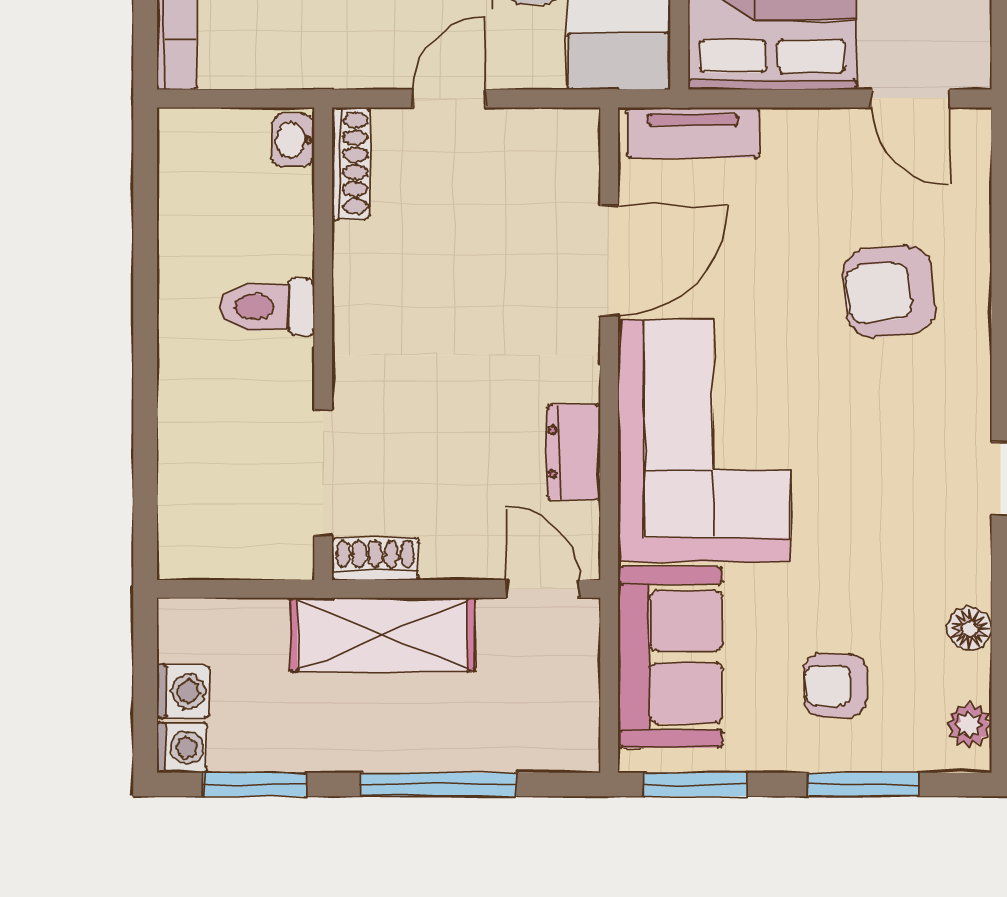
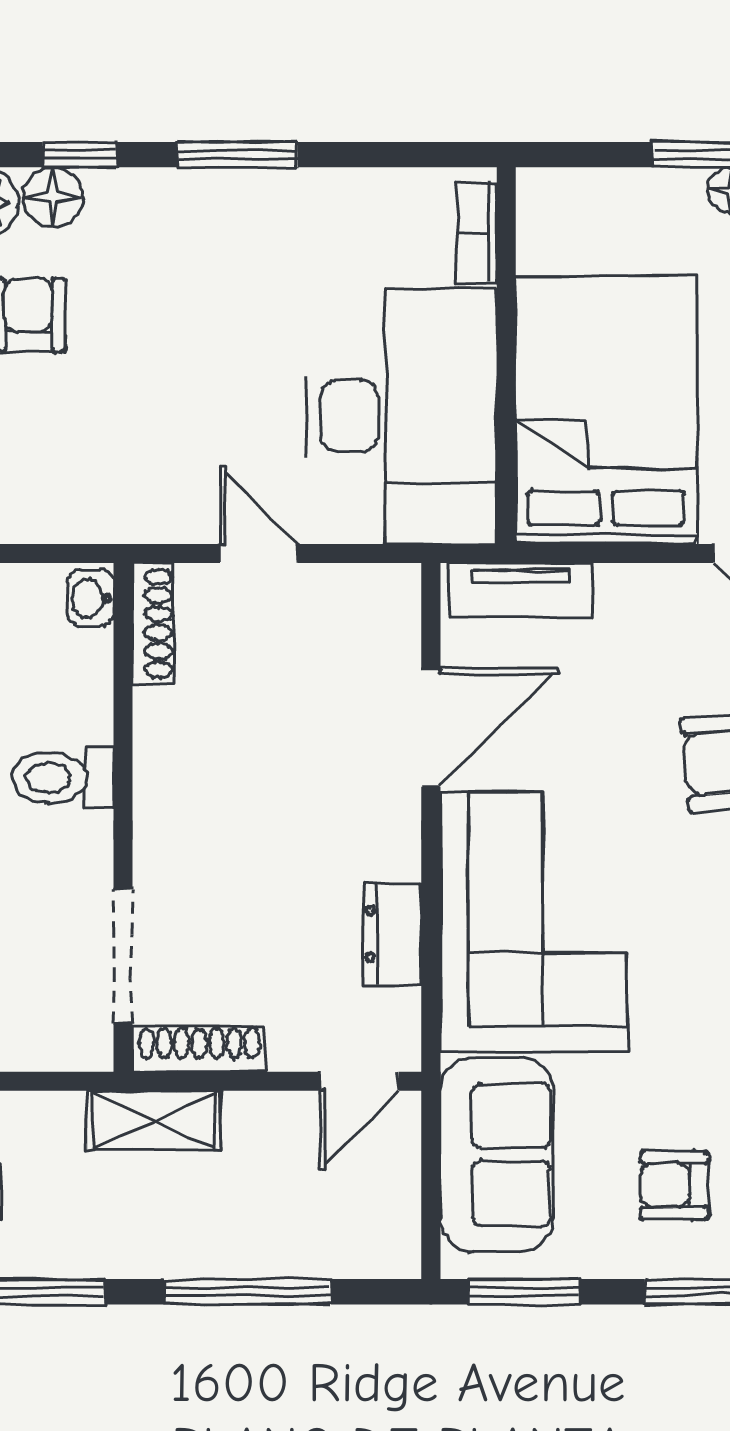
door: (449, 98) -> (259, 554), hinge flipped
shoe rack: (375, 559) -> (199, 1049), width x1.43
door: (543, 589) -> (359, 1081), swing flipped
shelving: (383, 635) -> (154, 1121), width x0.67, depth x0.75

